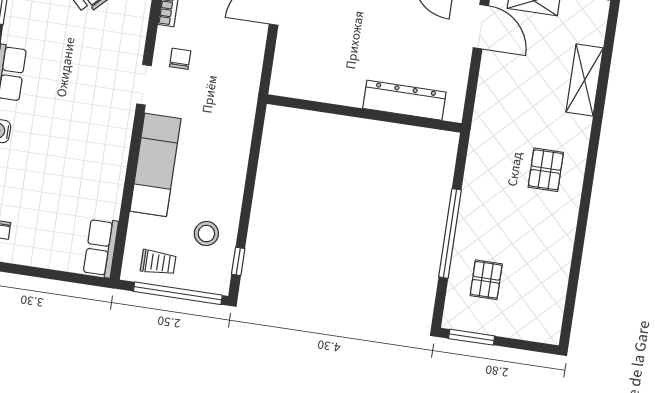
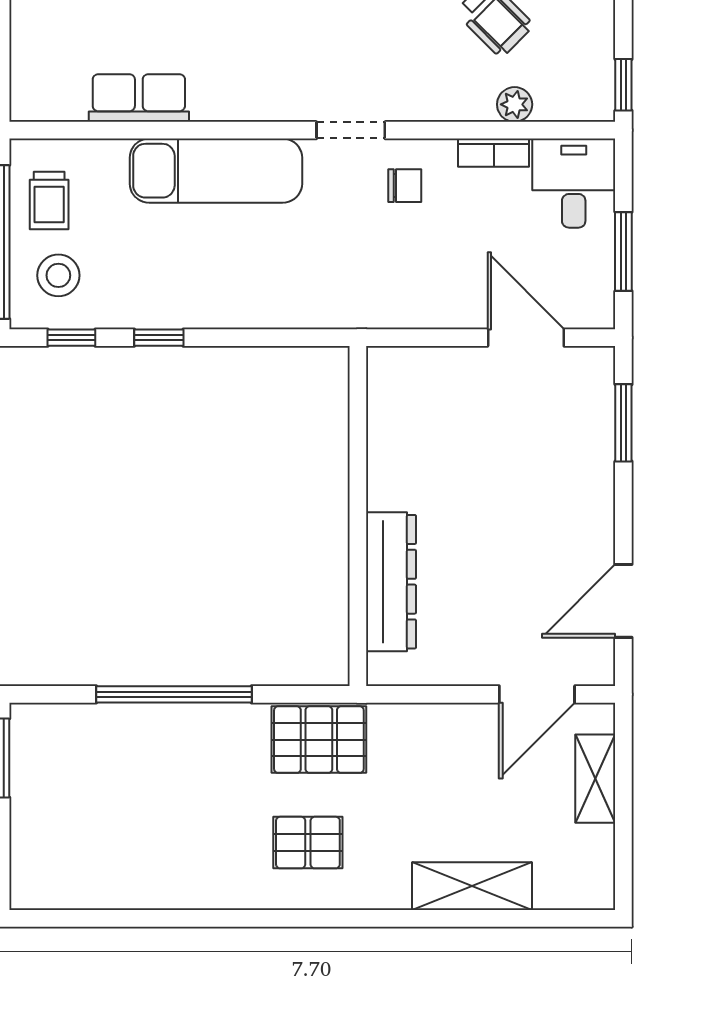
window: (246, 212) -> (159, 338), added
stool: (206, 234) -> (58, 275), moved
row of seats: (101, 248) -> (139, 98), moved
pallet: (486, 280) -> (319, 740), moved, width x1.50, depth x1.42

